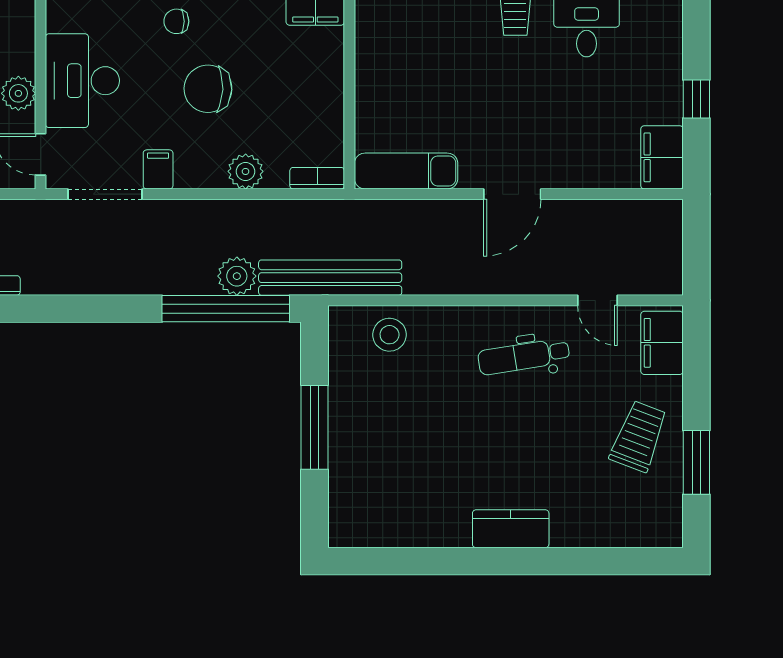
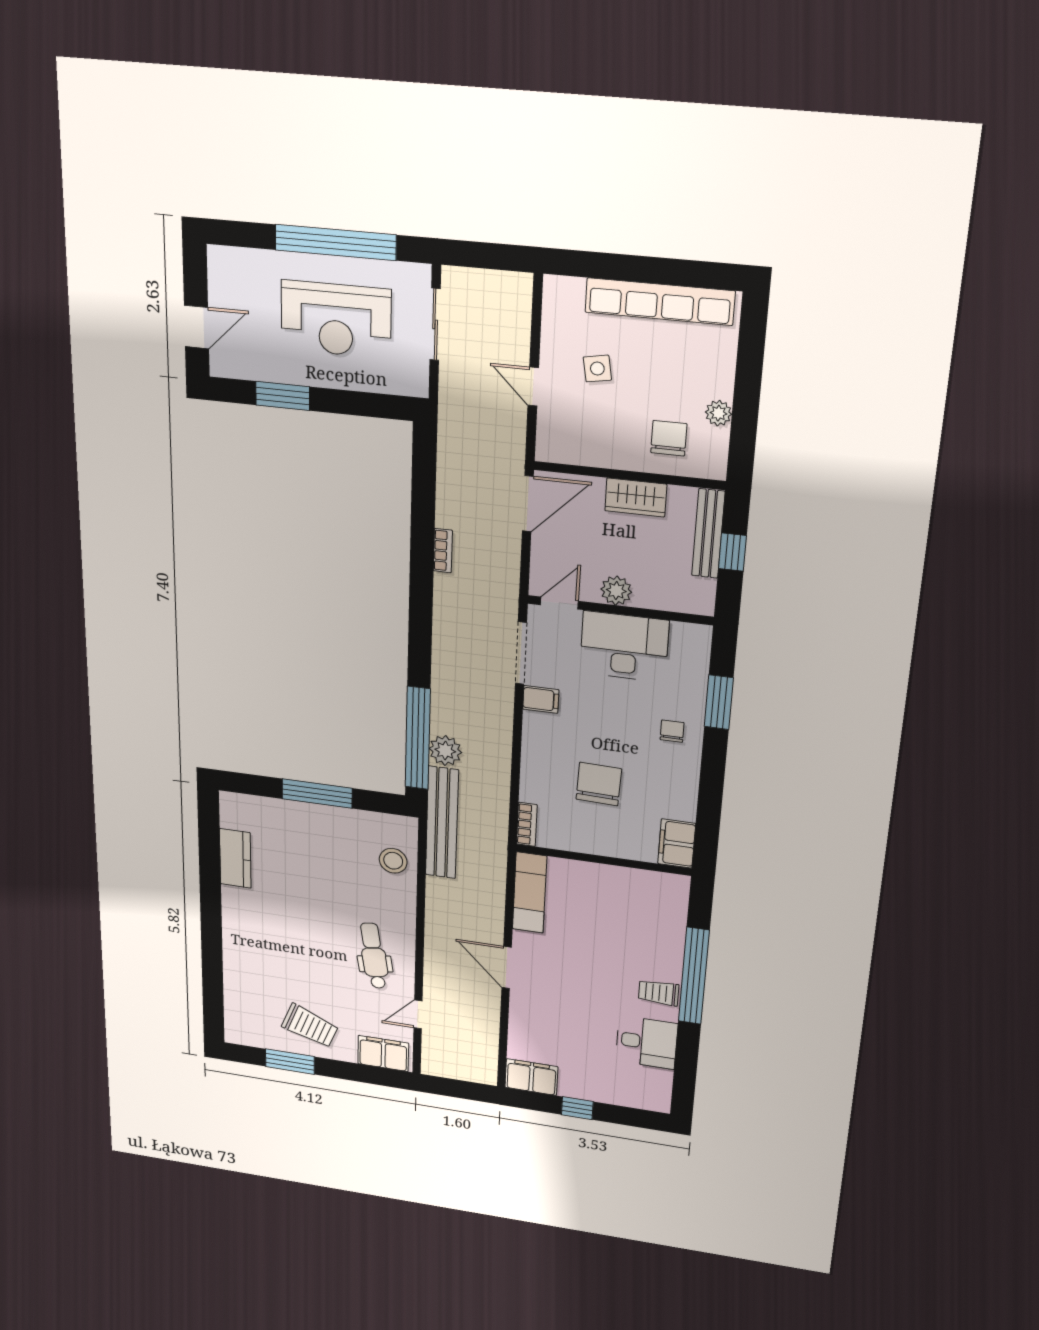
chair: (208, 89) -> (599, 784), moved
plant: (246, 171) -> (535, 769), removed
kitchen counter: (511, 529) -> (235, 858), moved

